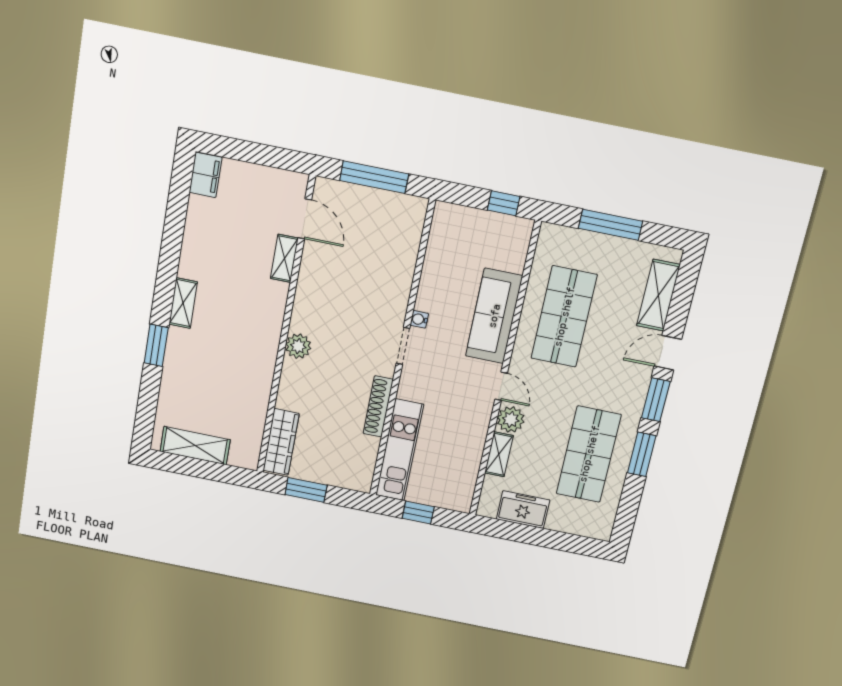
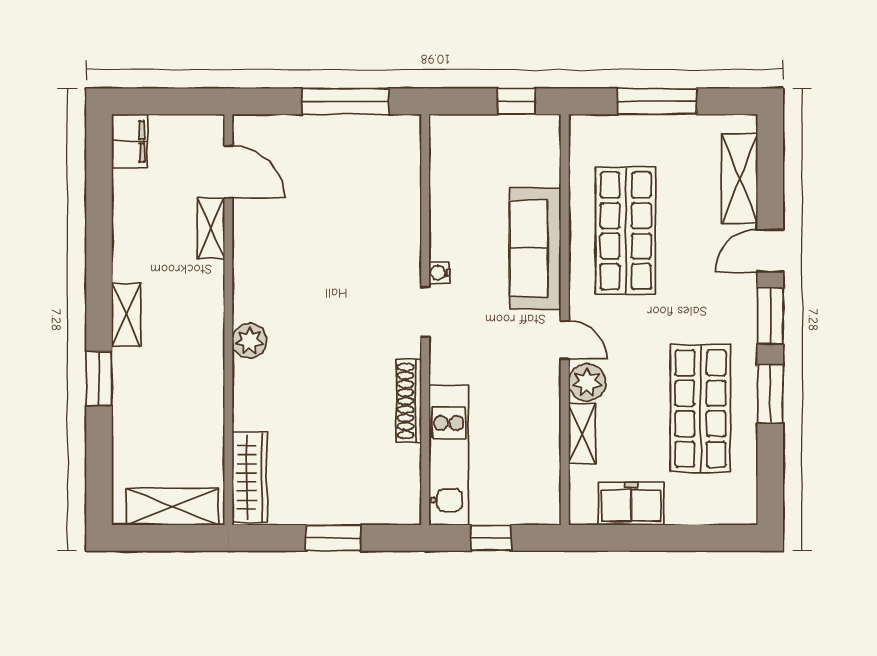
door: (305, 219) -> (228, 172), moved
shelving: (284, 258) -> (211, 228), moved
wall: (285, 328) -> (228, 320), moved
plant: (298, 346) -> (250, 341), moved
wardrobe: (281, 442) -> (250, 477), moved

